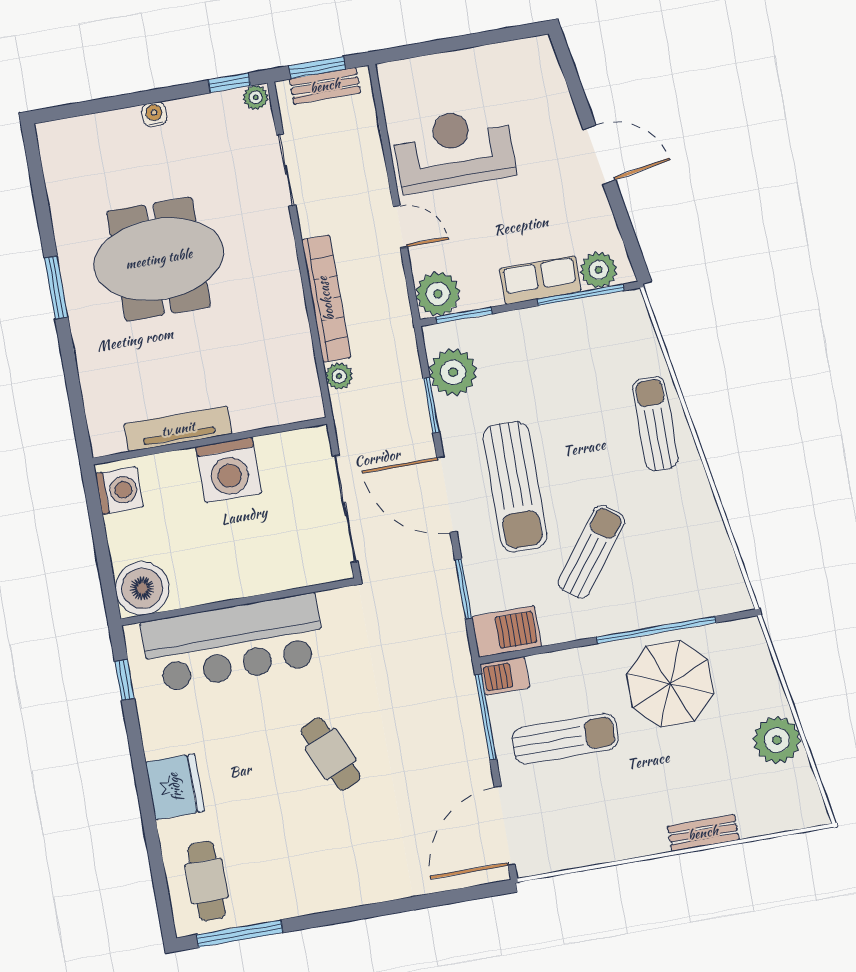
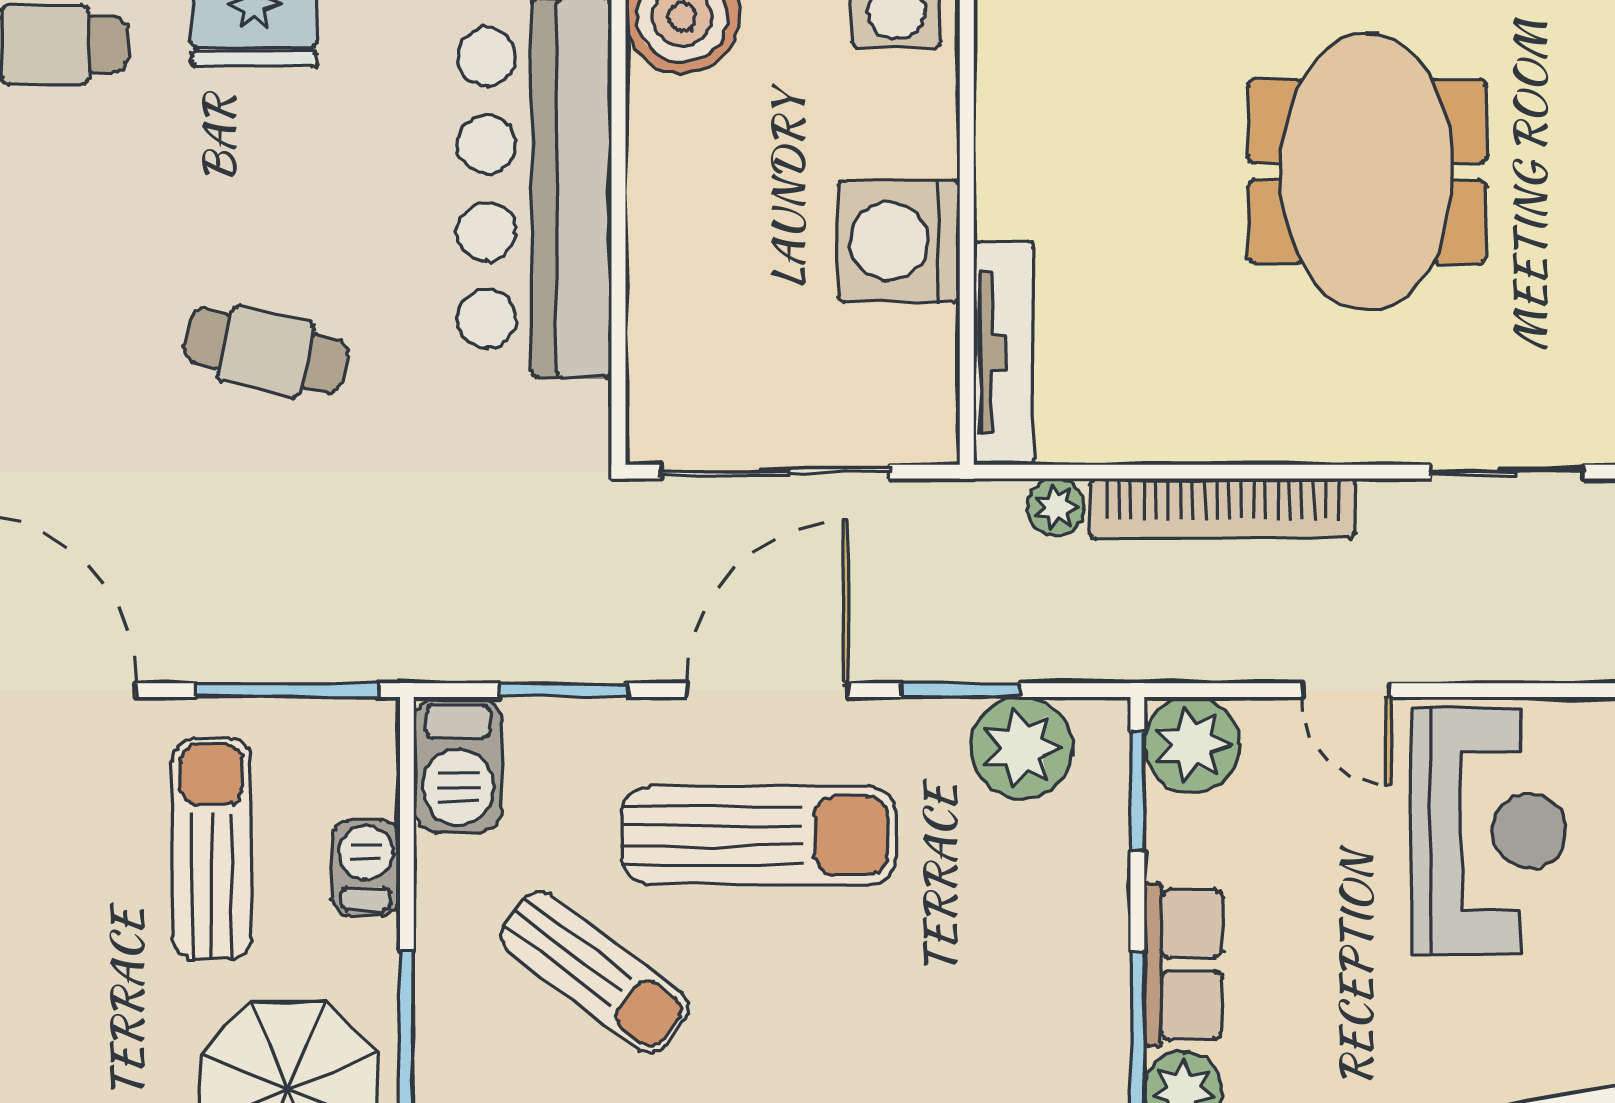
door: (400, 227) -> (1346, 690), hinge flipped
tv unit: (178, 429) -> (1004, 353), moved
sun lounger: (515, 487) -> (759, 836), turned 180
barbecue: (505, 676) -> (366, 868), moved
sun lounger: (565, 739) -> (212, 849), turned 180
cafe table: (331, 754) -> (266, 351), turned 37

